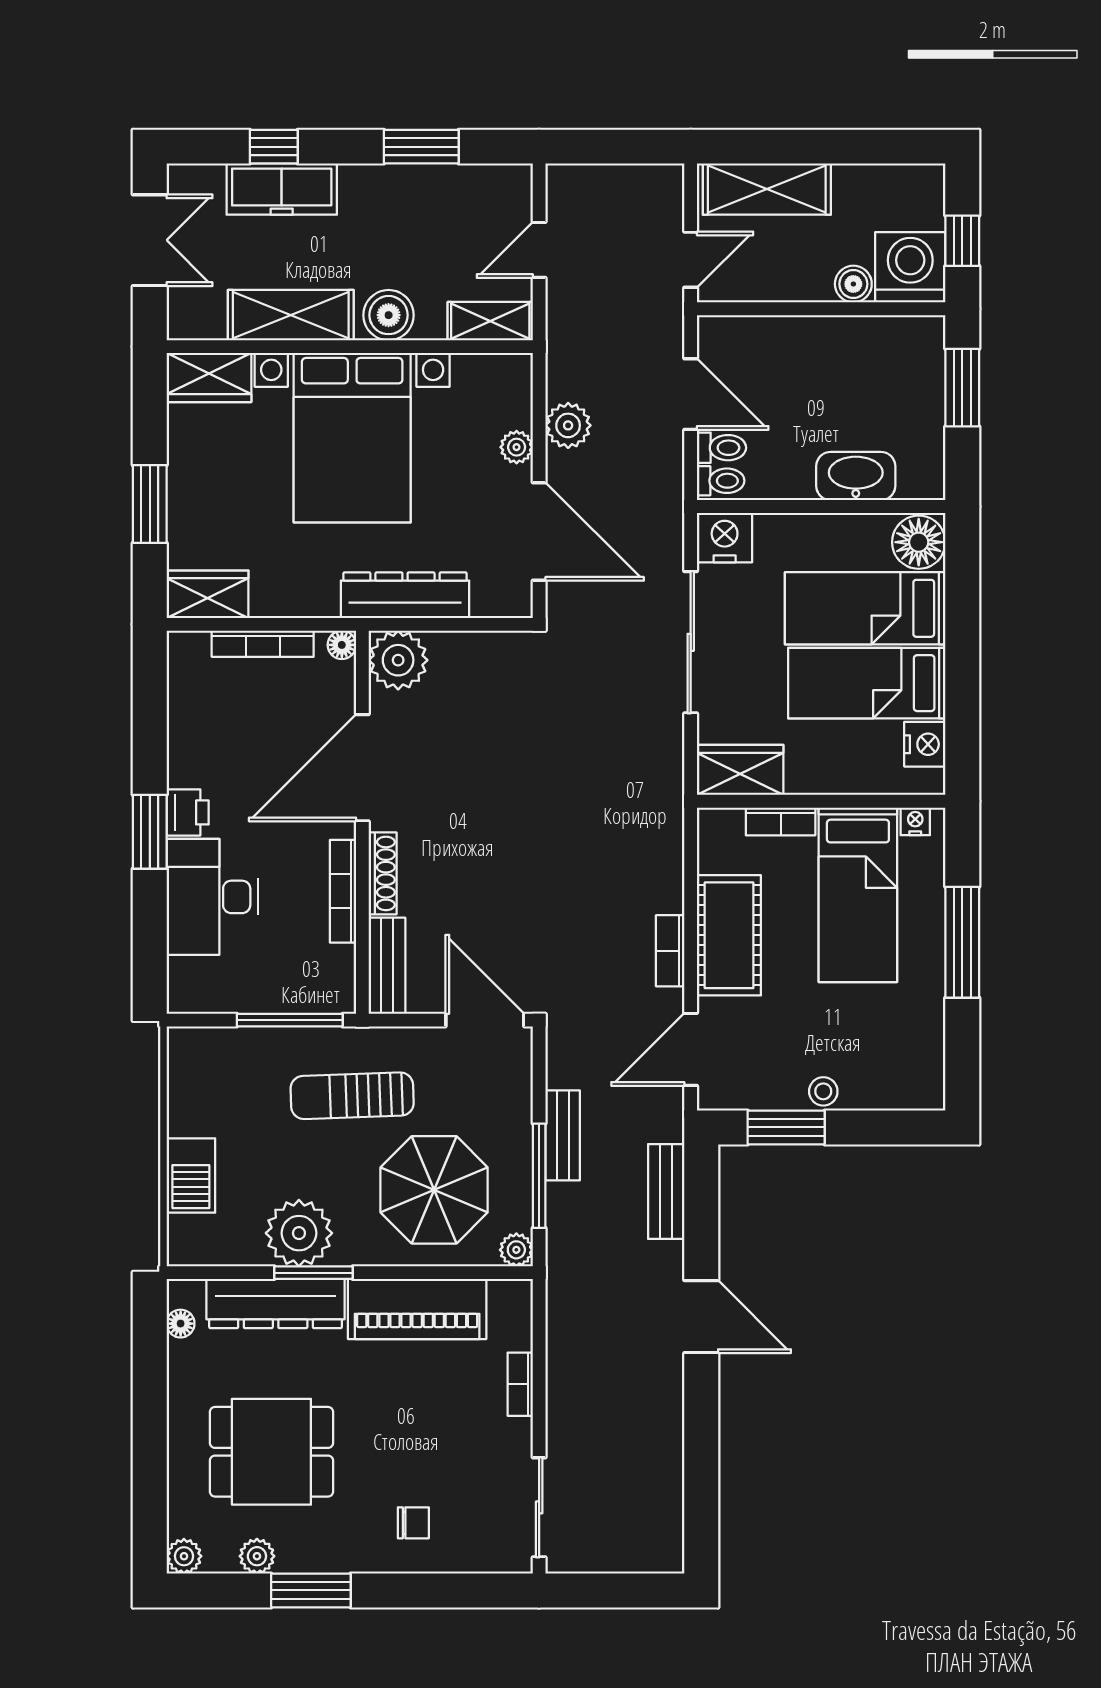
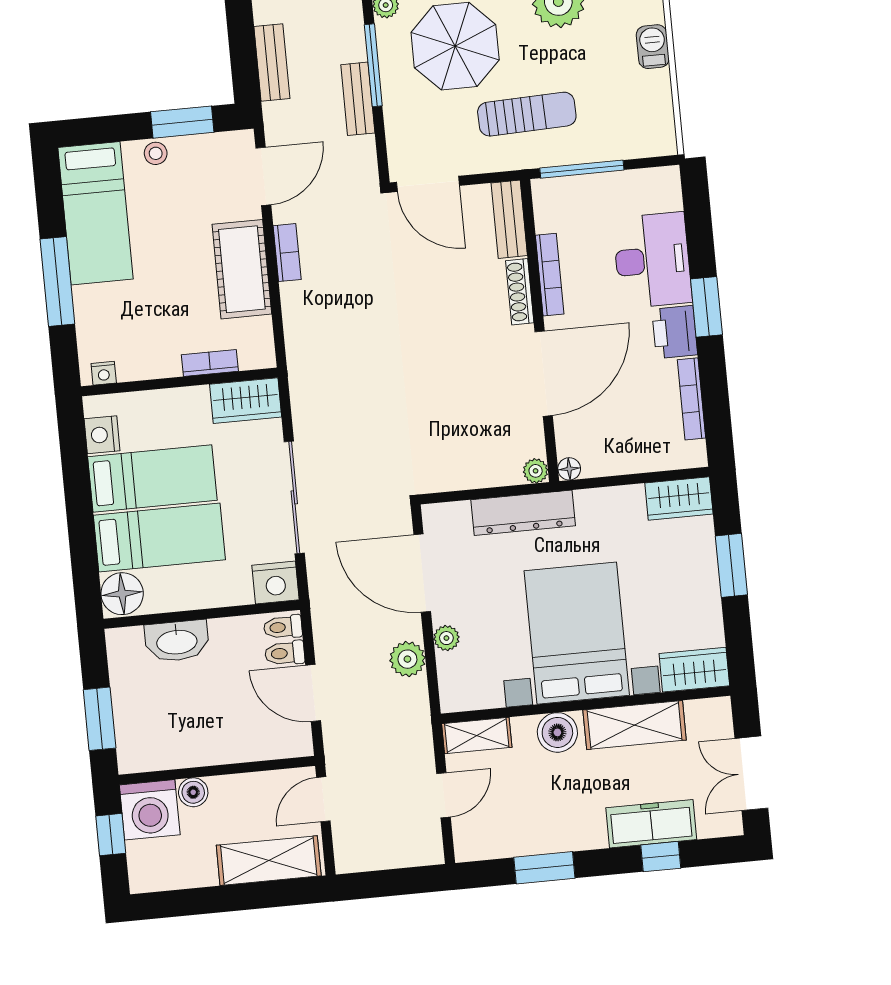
bookcase: (263, 644) -> (692, 399), moved, turned -90
plant: (398, 660) -> (536, 471), width x0.53, depth x0.53
printer: (188, 812) -> (675, 332), width x1.36, depth x1.24
bed: (858, 895) -> (96, 213), moved, turned 180
barbecue: (191, 1175) -> (653, 47), width x0.73, depth x0.79

